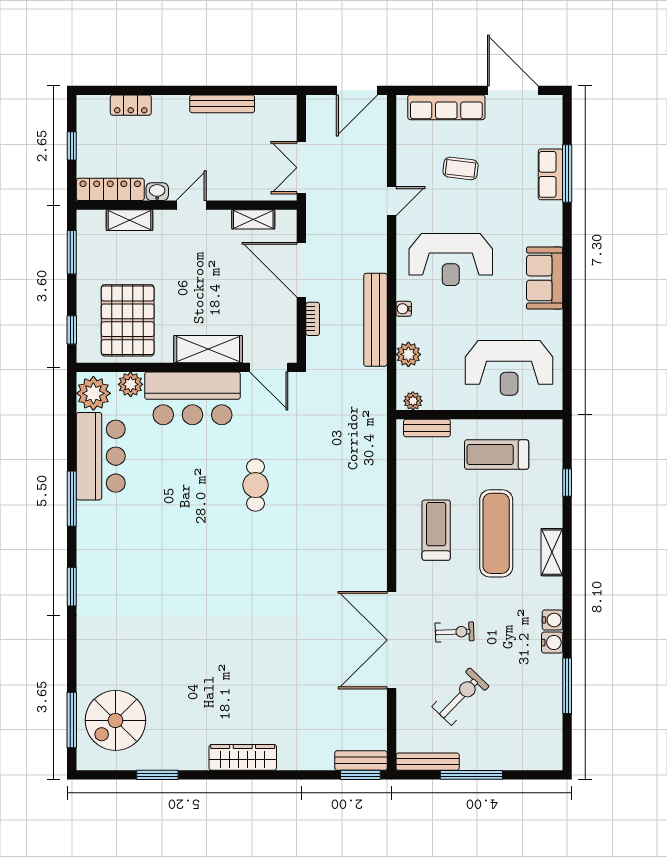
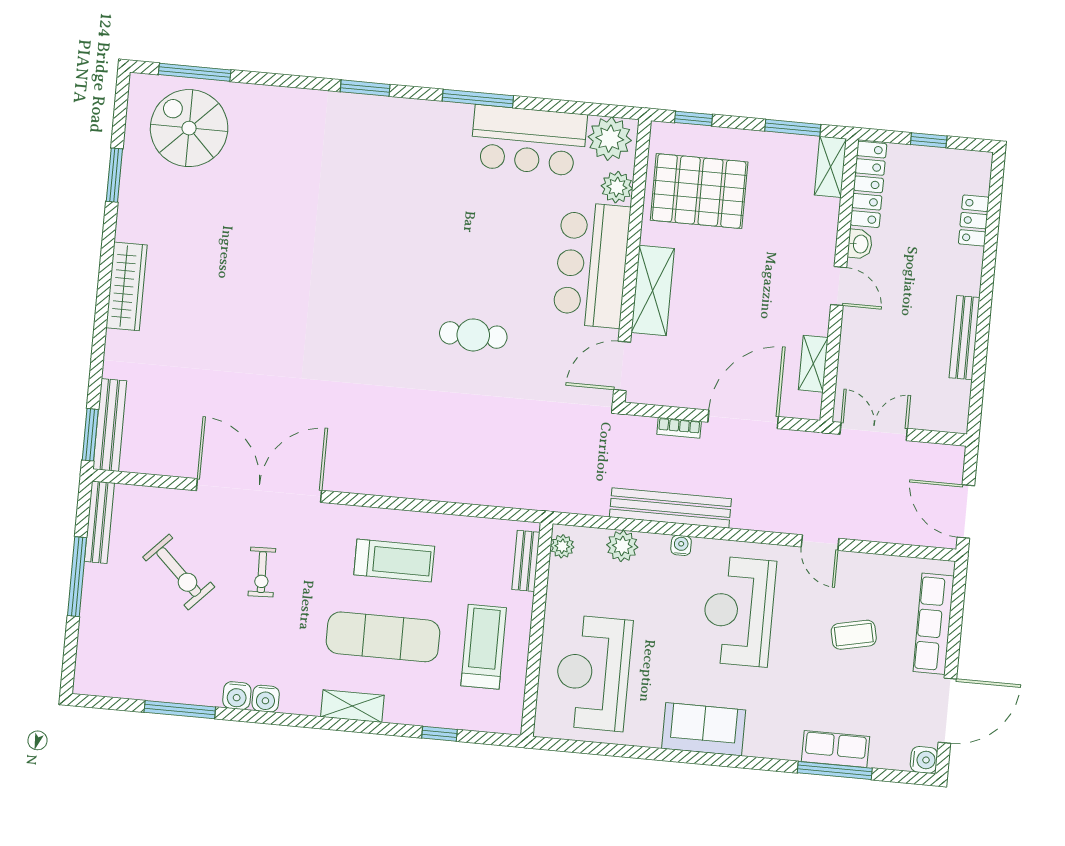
water cooler: (553, 105) -> (924, 760), added
coffee table: (461, 168) -> (854, 635), turned 71
shelving: (130, 220) -> (831, 167), moved
bench: (361, 760) -> (110, 425), width x1.36

